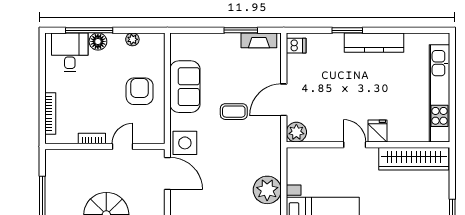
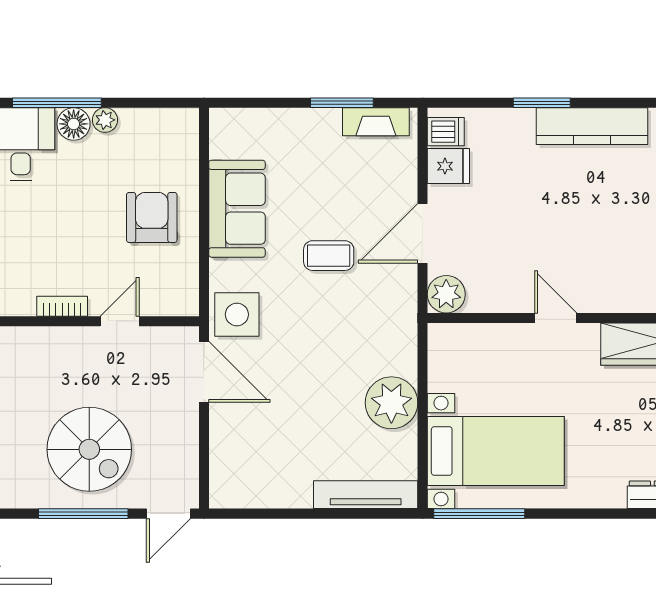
plant: (132, 39) -> (105, 120), moved
fridge: (377, 131) -> (448, 166), moved, turned 90

